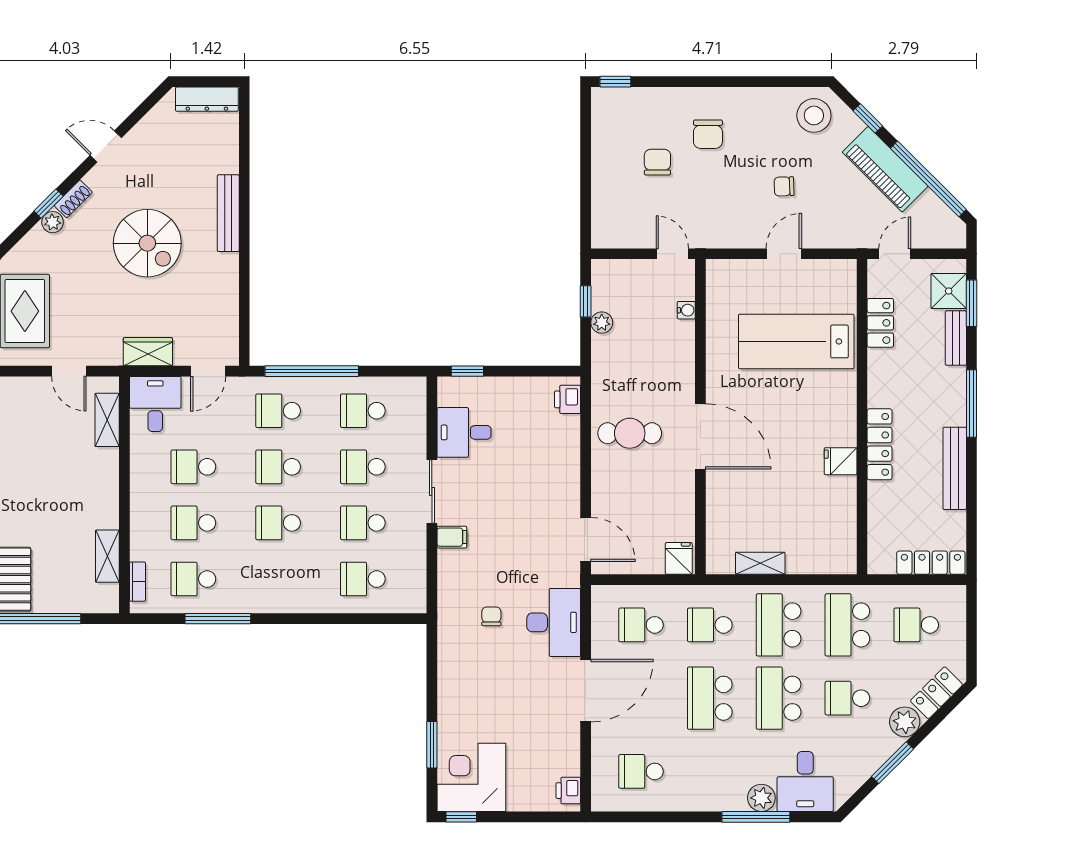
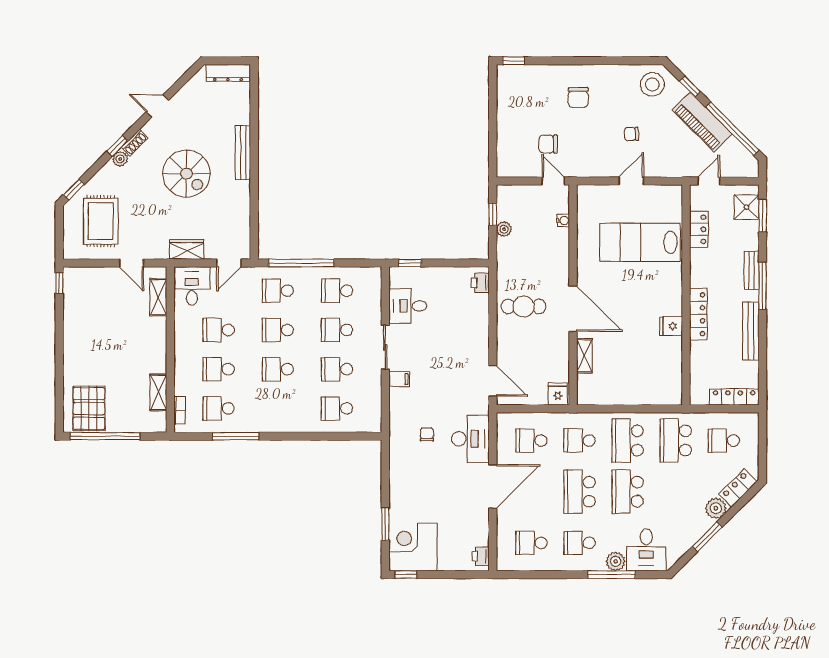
chair: (657, 162) -> (548, 144), moved, turned -90
bench: (956, 338) -> (752, 270), moved
shelving: (760, 563) -> (584, 356), moved, turned 90
school desk: (847, 698) -> (580, 543), moved

